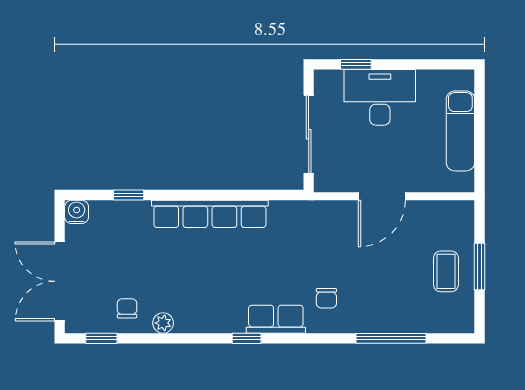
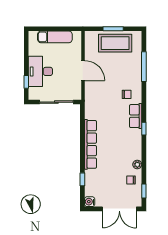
coffee table: (446, 271) -> (115, 43), width x1.86, depth x1.72

